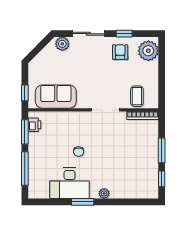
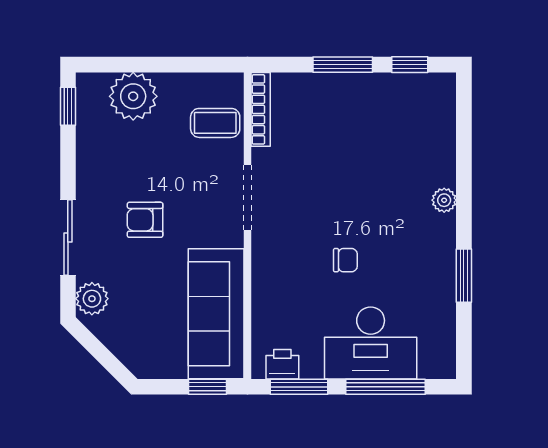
window: (124, 34) -> (68, 106), moved
plant: (148, 51) -> (133, 96), moved
armchair: (120, 52) -> (145, 220), moved
sofa: (56, 97) -> (216, 314), width x1.36
desk: (69, 183) -> (371, 343), moved, turned 90
window: (83, 202) -> (464, 276), moved

